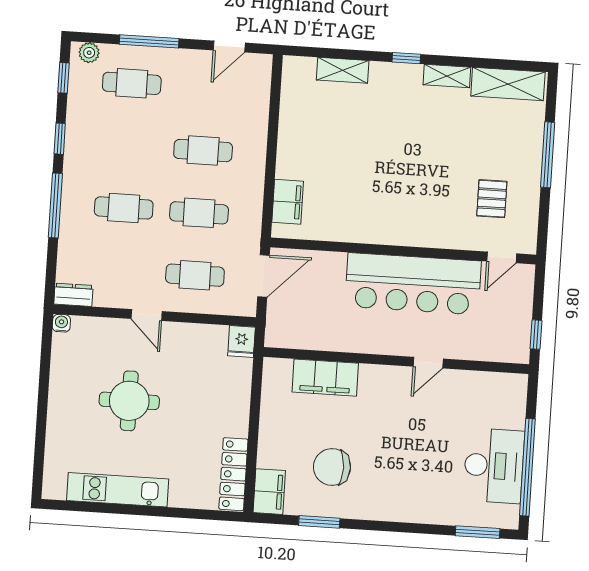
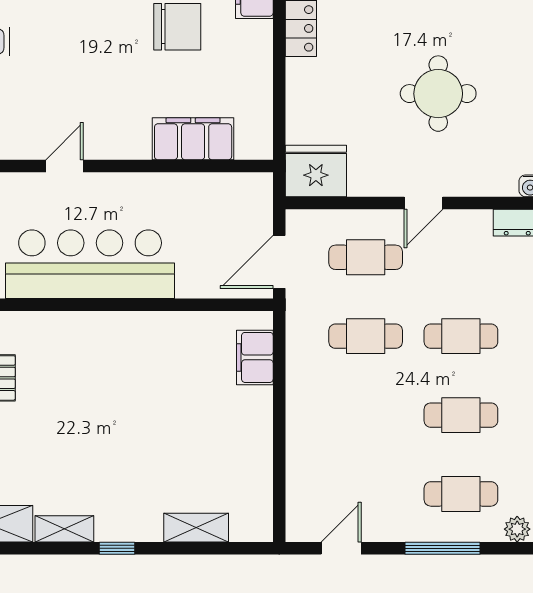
cafe table: (203, 151) -> (461, 415), moved
door: (147, 315) -> (423, 203), swing flipped
fridge: (242, 341) -> (316, 171), width x1.88, depth x1.34

